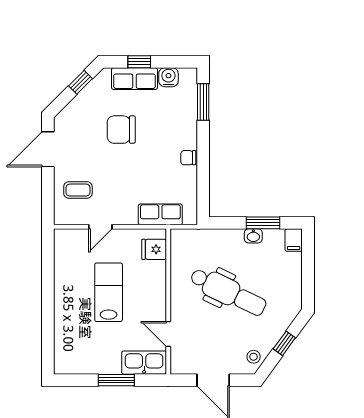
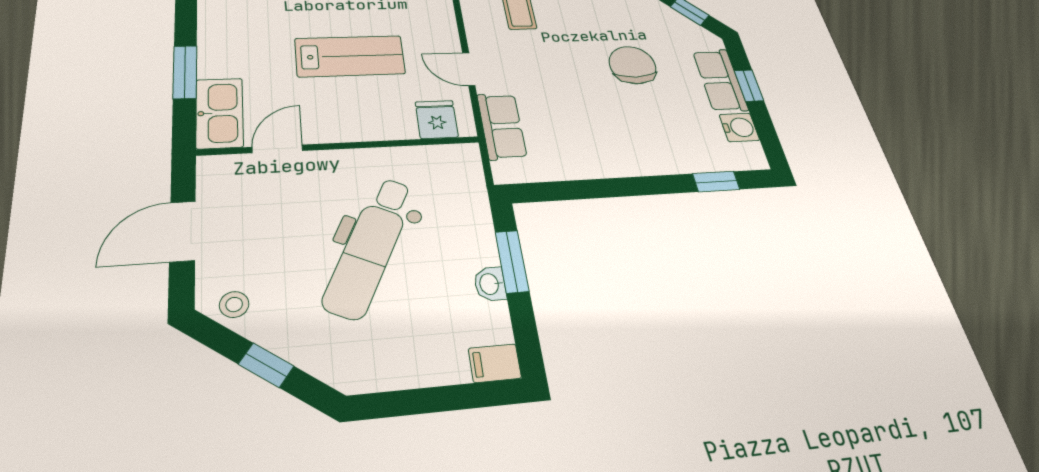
window: (203, 102) -> (716, 182), width x0.67
chair: (188, 158) -> (612, 164), removed
window: (263, 223) -> (512, 261), moved
door: (100, 227) -> (469, 69), moved

